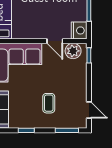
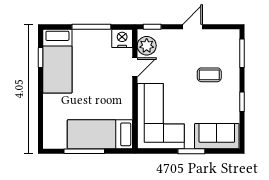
door: (89, 110) -> (193, 27), moved

